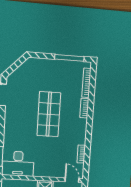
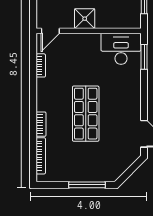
window: (69, 58) -> (87, 185), moved
door: (72, 180) -> (50, 31), hinge flipped

